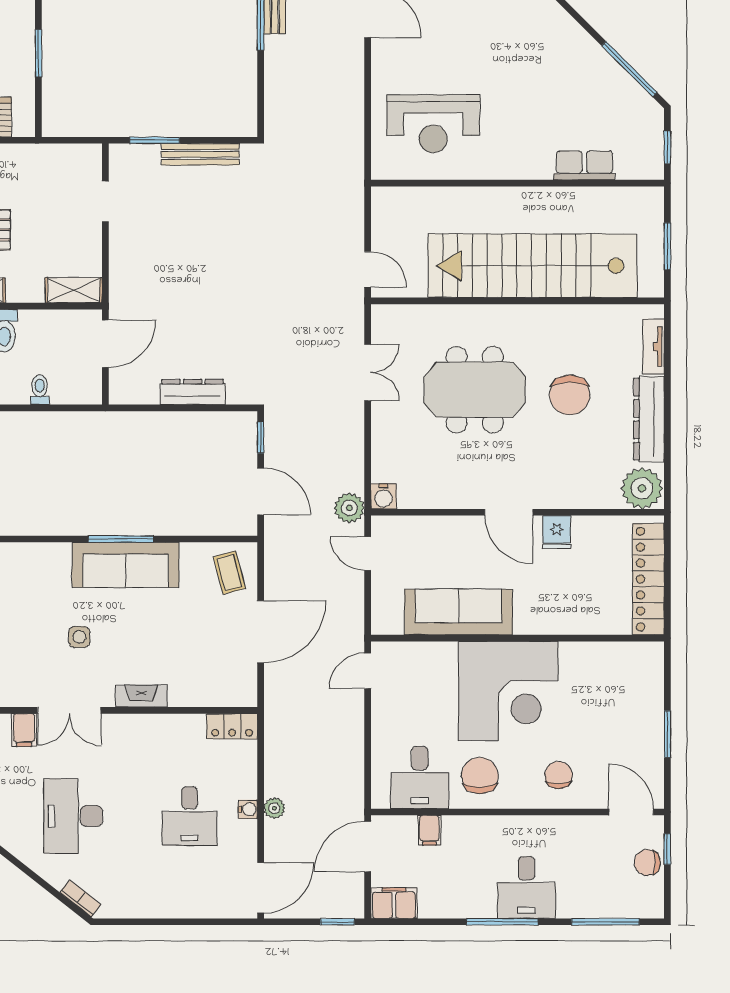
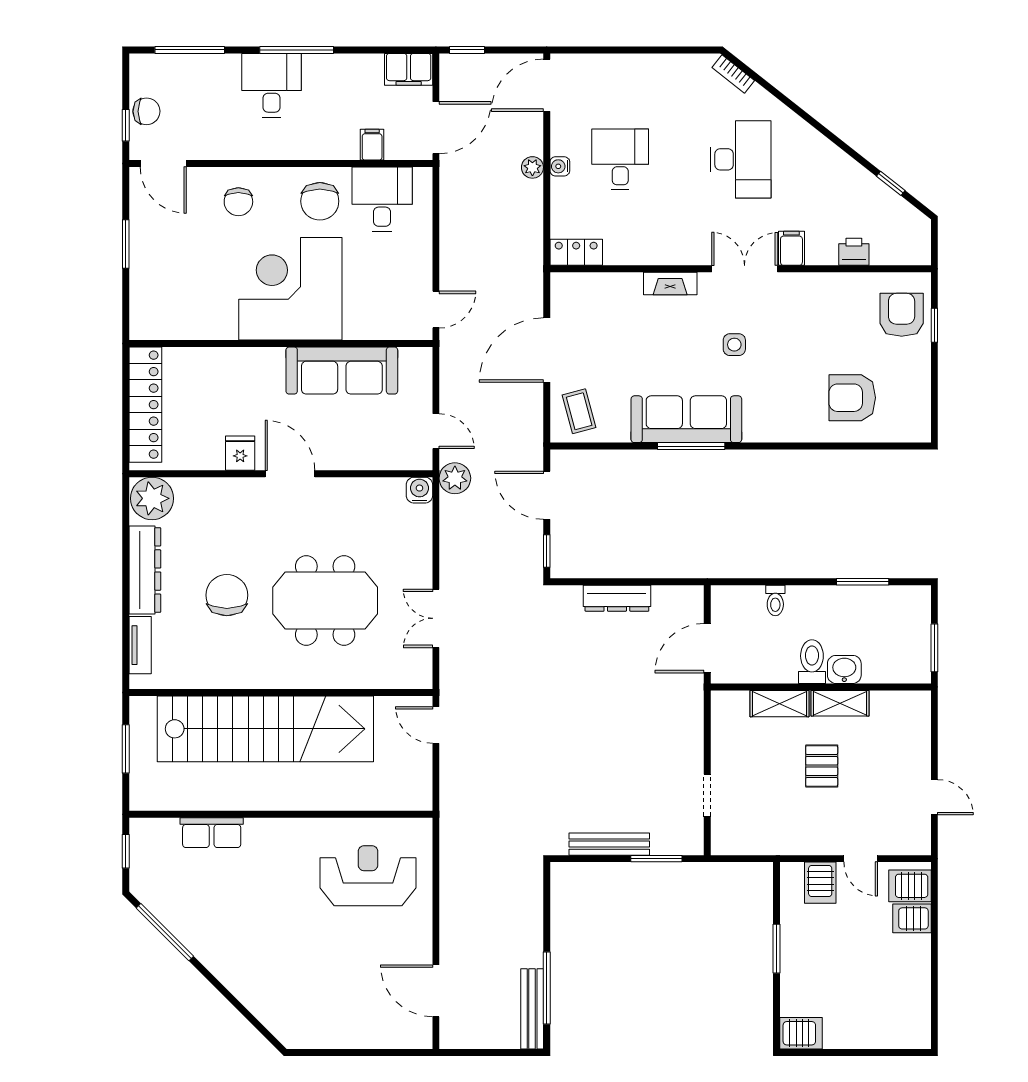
shelving: (74, 290) -> (780, 704), moved

